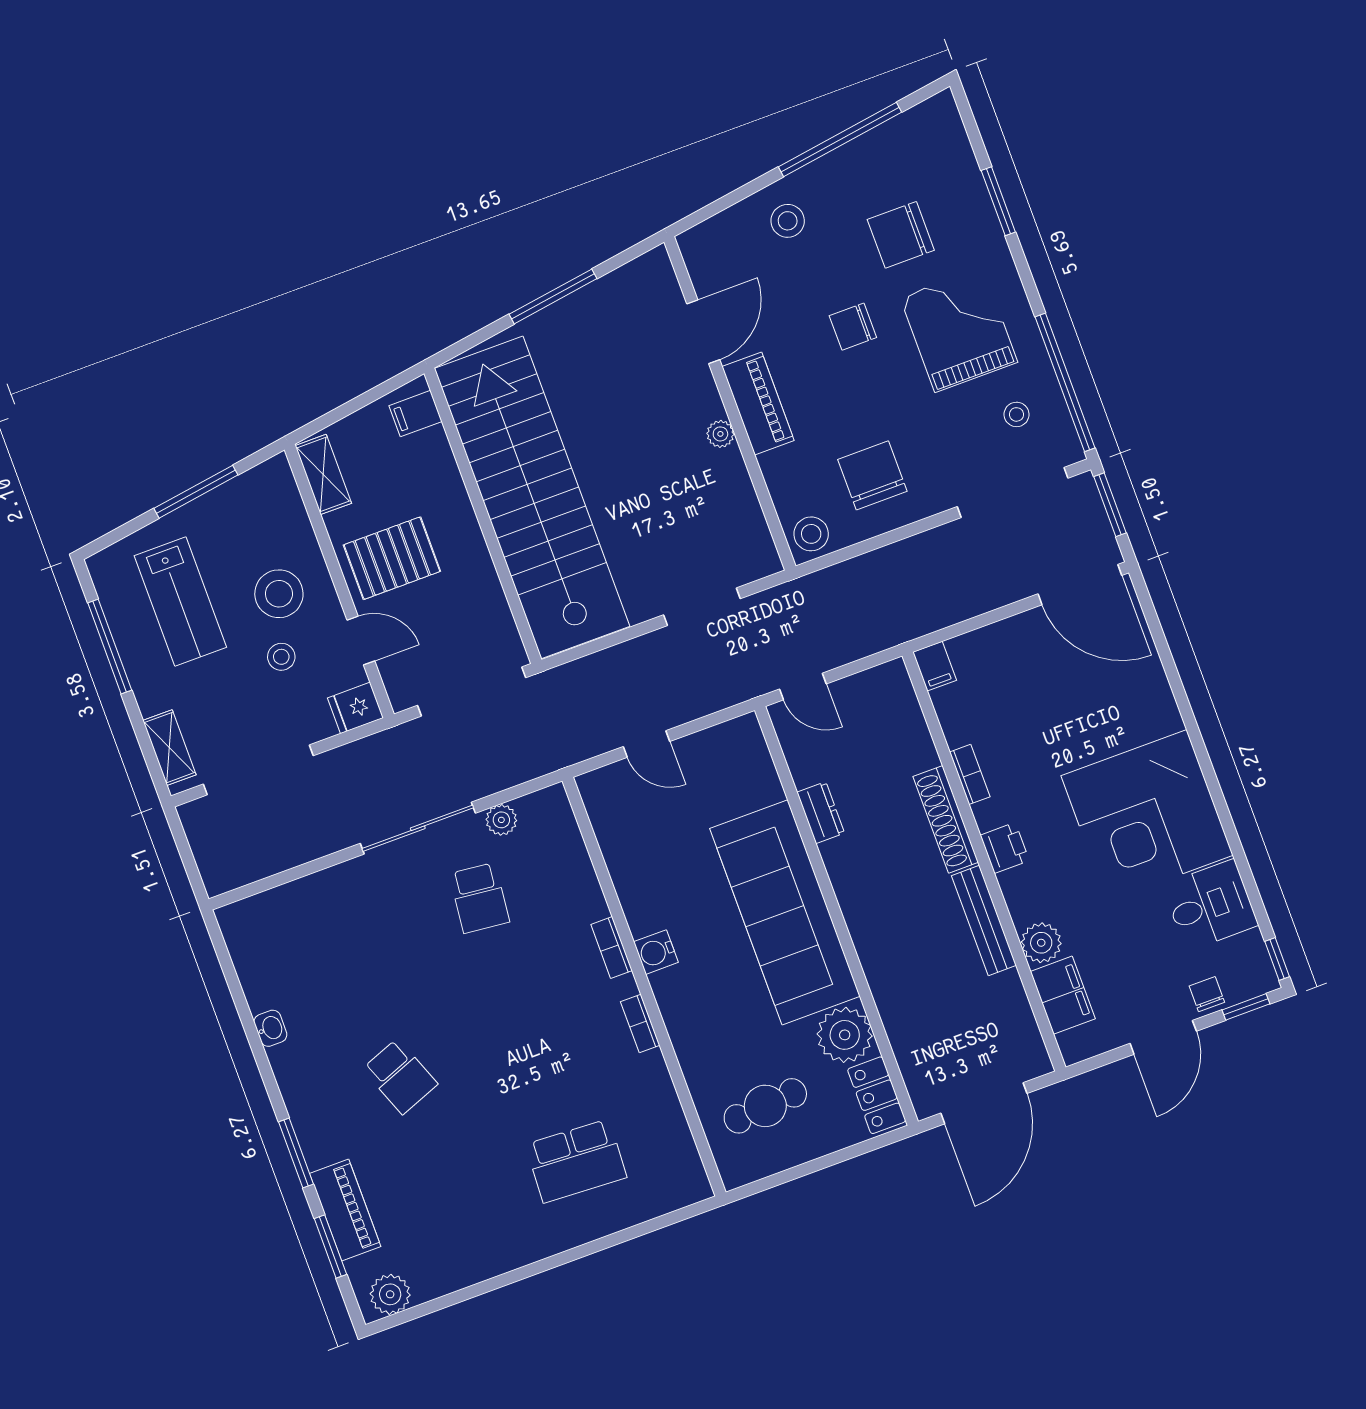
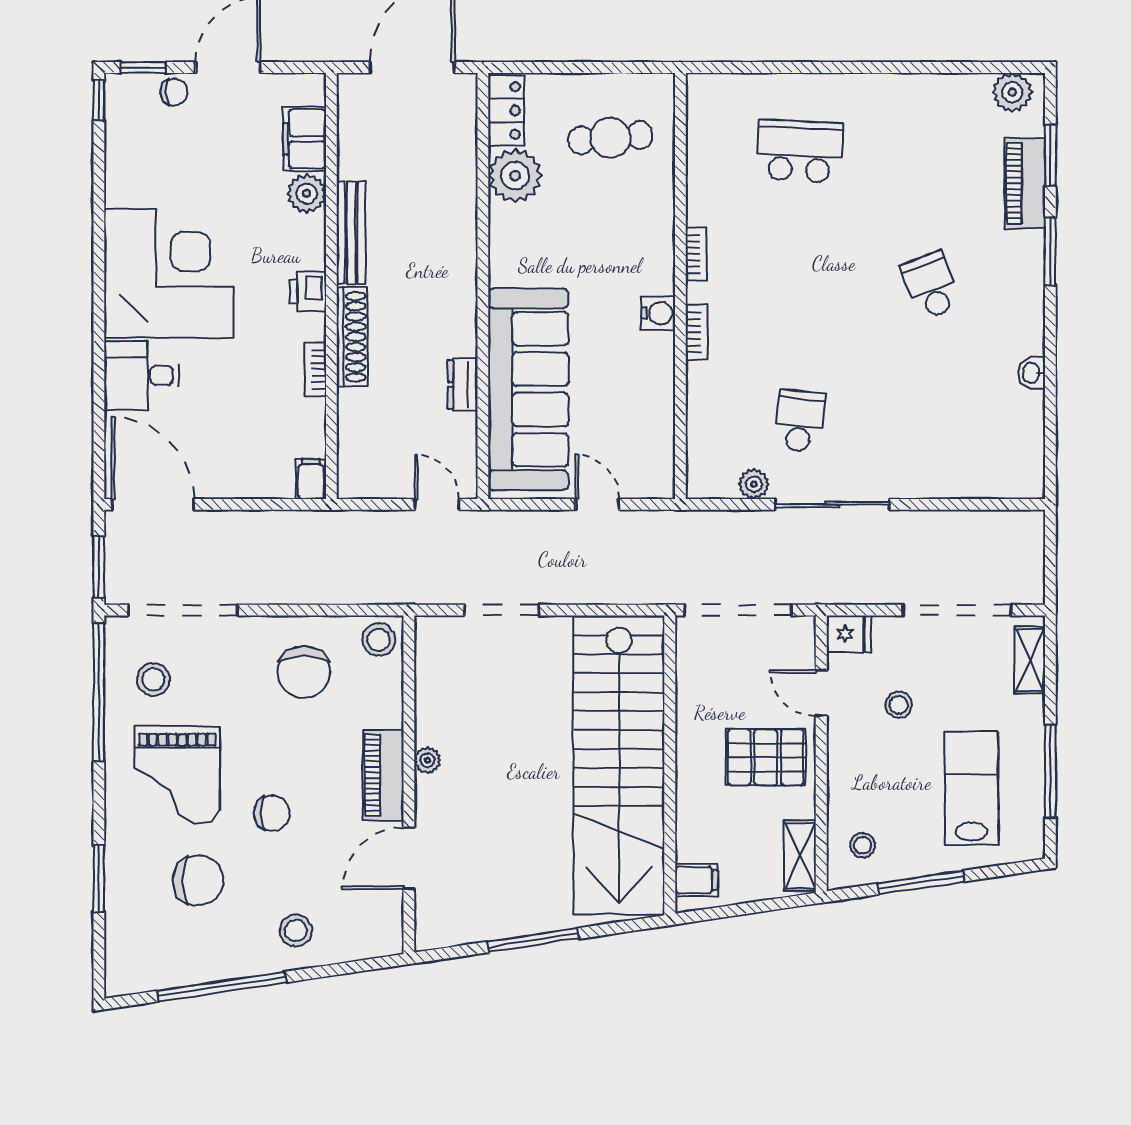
stool: (1016, 414) -> (153, 679), width x1.37, depth x1.37
stool: (279, 594) -> (862, 845), moved, width x0.53, depth x0.53
desk: (1210, 905) -> (141, 375), moved
sofa: (785, 912) -> (528, 389), moved
chair: (1207, 994) -> (174, 92), turned -90

